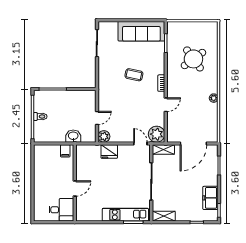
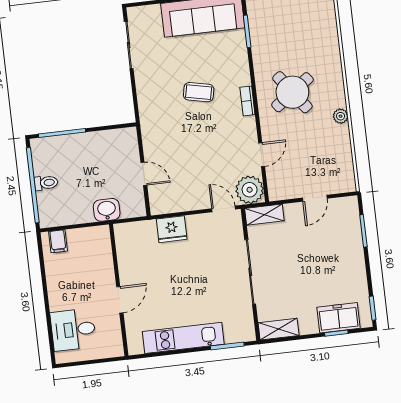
round table: (193, 59) -> (292, 92), moved
door: (166, 105) -> (262, 155), moved
door: (97, 118) -> (144, 174), hinge flipped
plant: (104, 136) -> (160, 204), removed
door: (193, 143) -> (315, 198), width x0.53
filing cabinet: (65, 151) -> (58, 241), moved
freezer: (210, 198) -> (339, 318), moved, turned 90
desk: (61, 210) -> (73, 330), moved, turned 180
kitchen unit: (125, 215) -> (183, 338), moved

